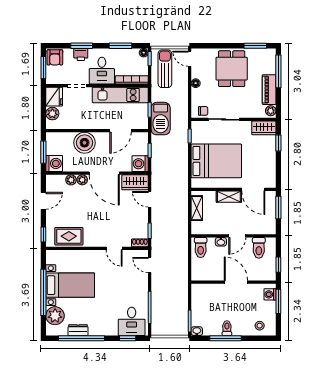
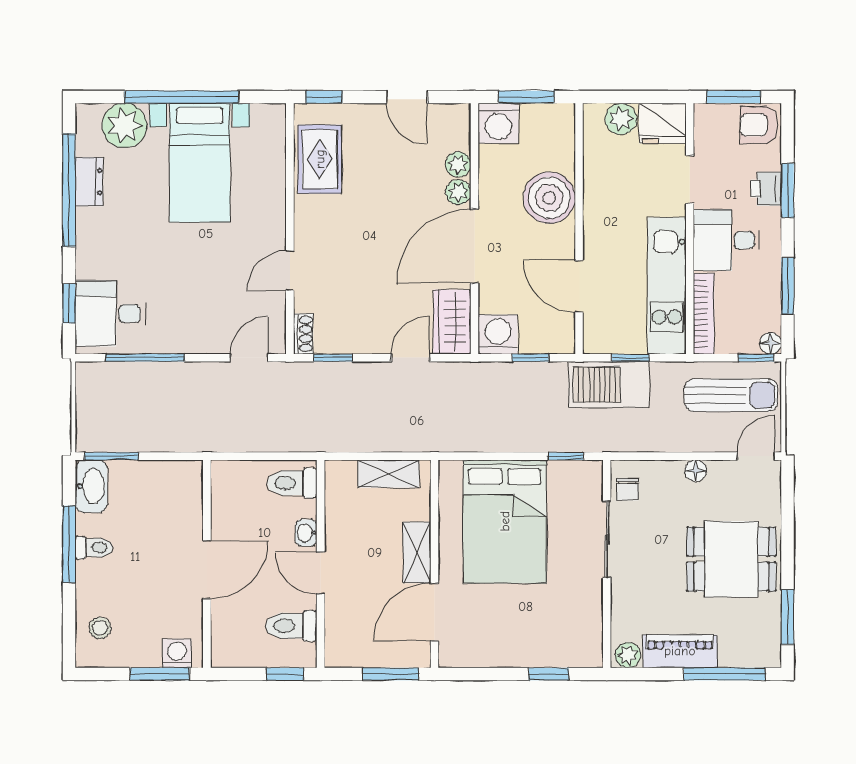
wardrobe: (264, 128) -> (586, 638), removed
window: (278, 265) -> (285, 674), moved
washbasin: (197, 331) -> (91, 486), width x1.91, depth x1.45

